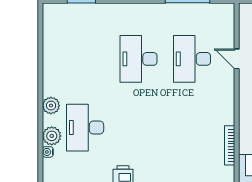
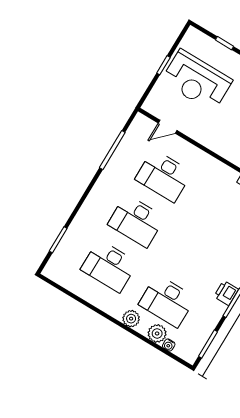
desk: (85, 59) -> (109, 266), added
door: (237, 59) -> (168, 127), moved

